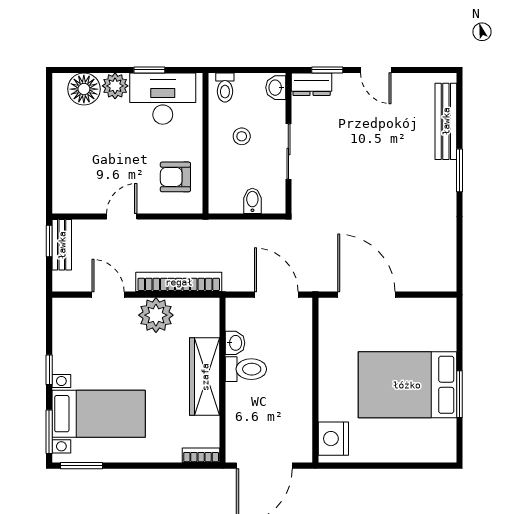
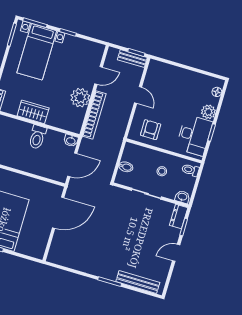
floor lamp: (84, 89) -> (217, 92), width x0.53, depth x0.53
washbasin: (235, 343) -> (71, 141), moved
wardrobe: (205, 377) -> (33, 112), width x0.67

